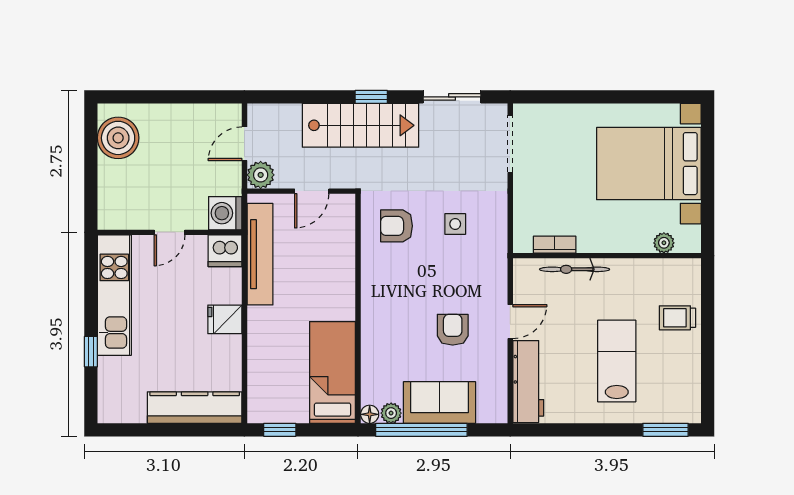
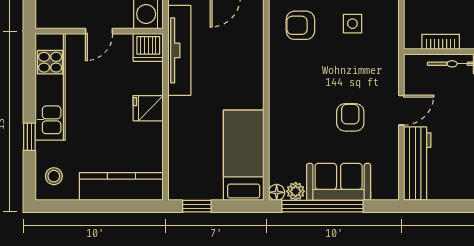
stool: (119, 396) -> (54, 176), added

